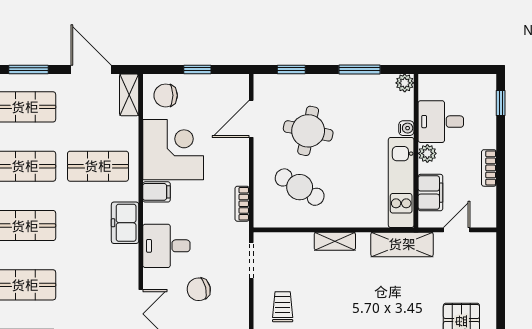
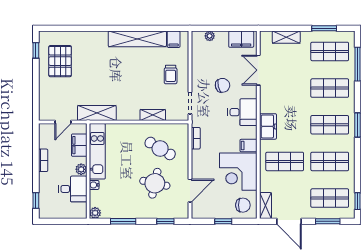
shelving: (335, 241) -> (153, 115), moved

